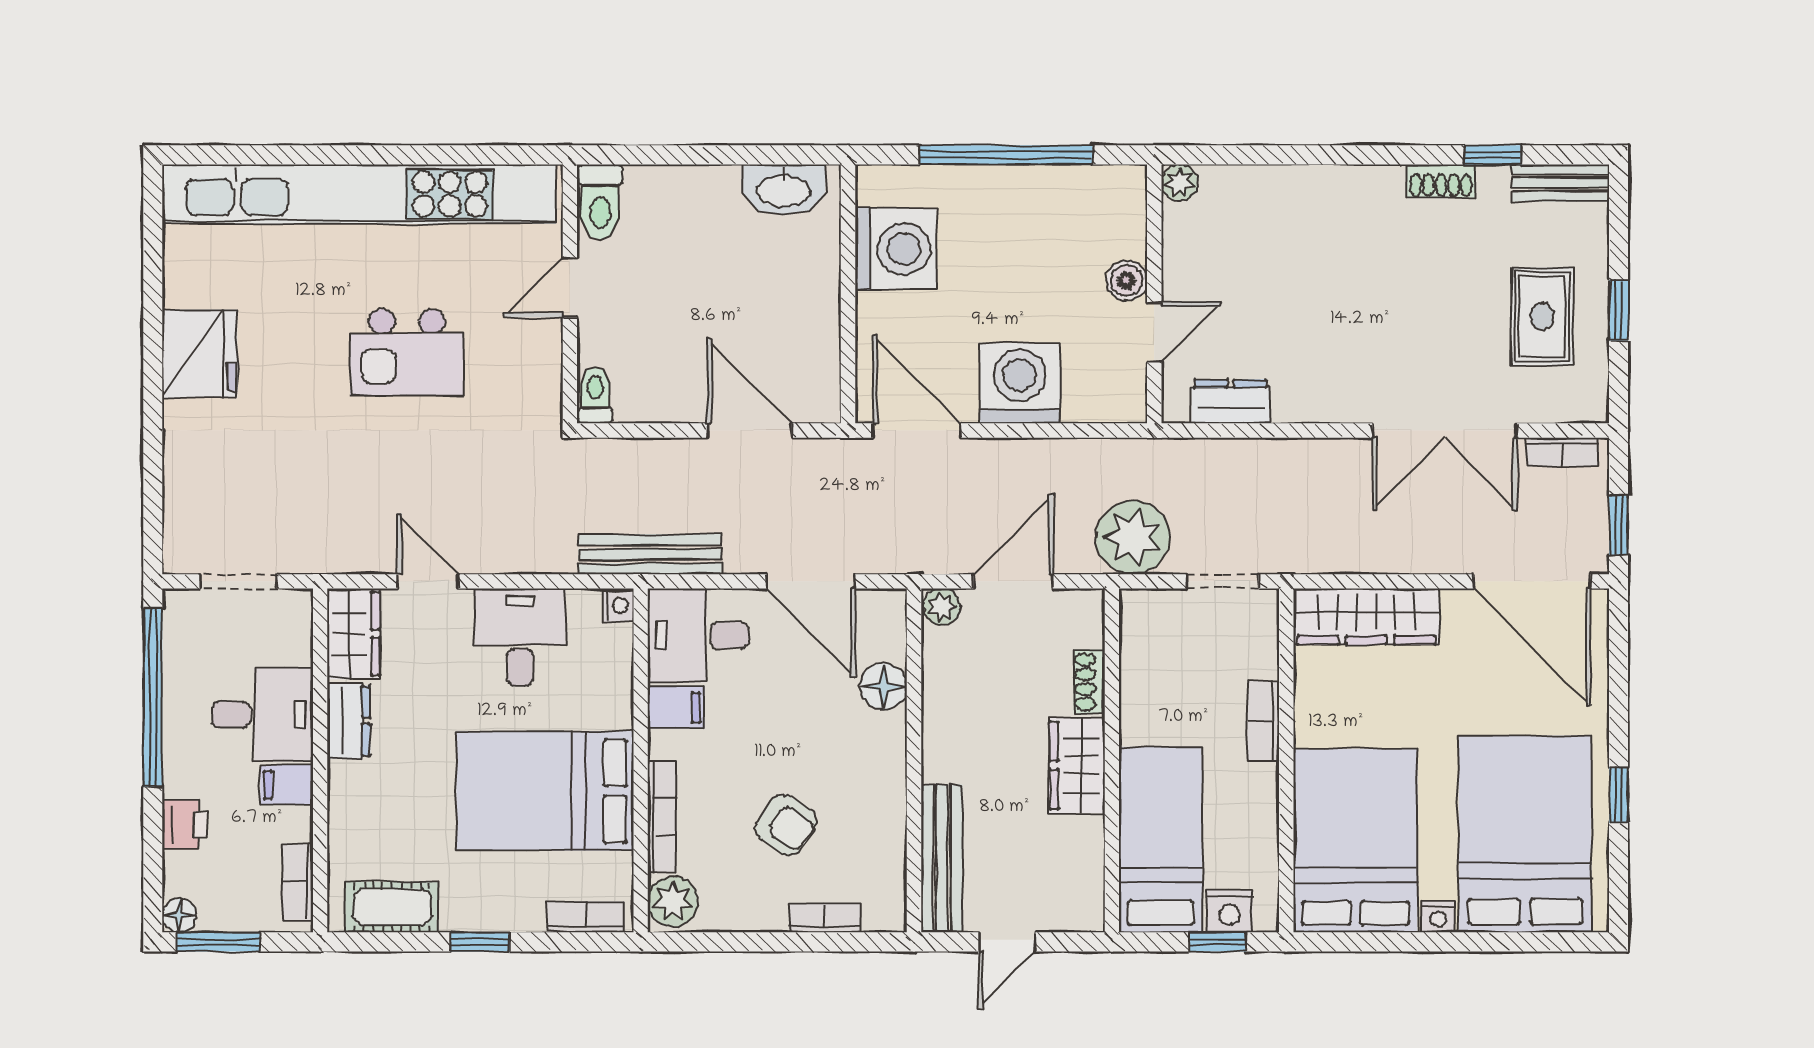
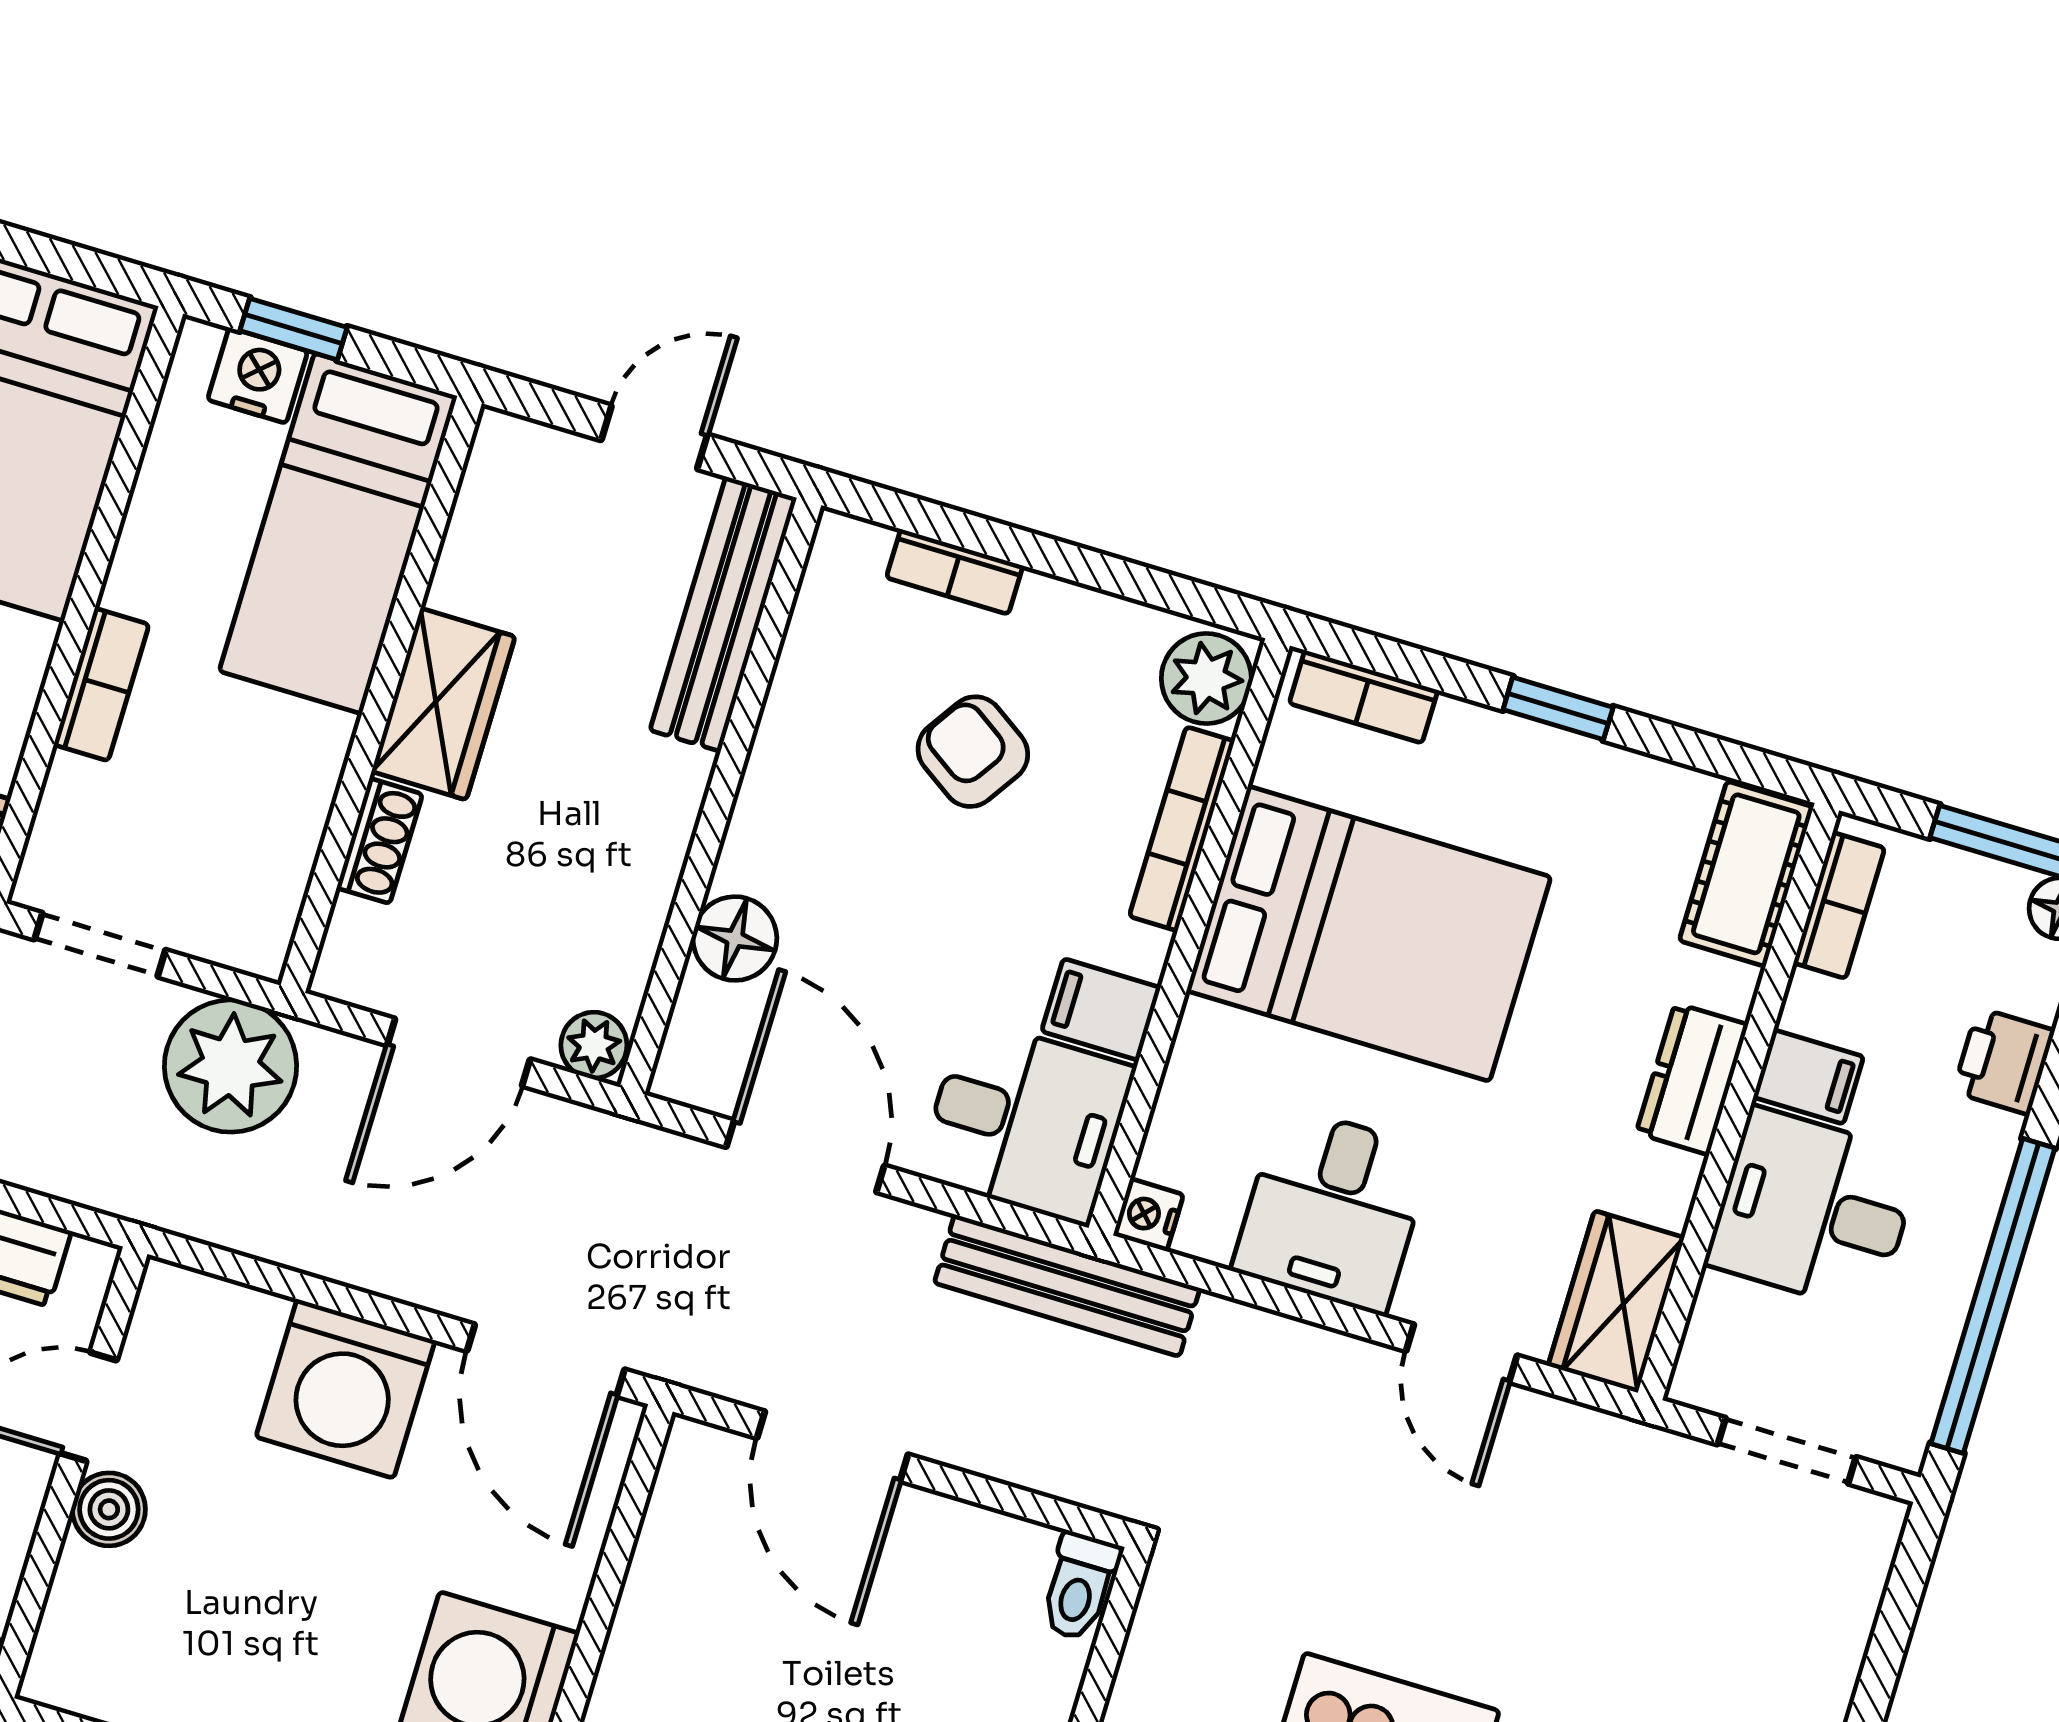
dresser: (349, 721) -> (1692, 1079), moved
cot: (392, 907) -> (1746, 874), moved, turned 90

